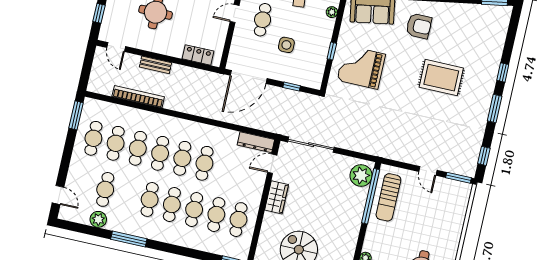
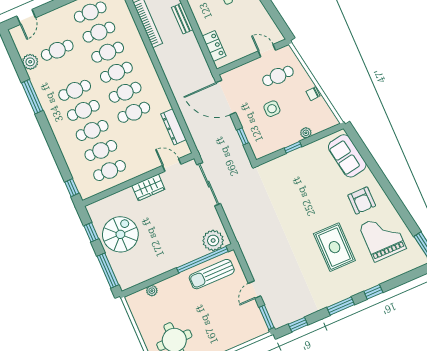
plant: (332, 12) -> (306, 133), moved
grand piano: (361, 67) -> (383, 237), moved
dresser: (256, 142) -> (173, 127), moved

